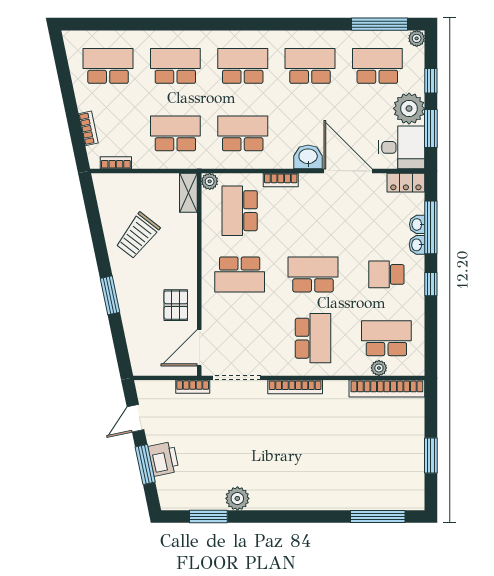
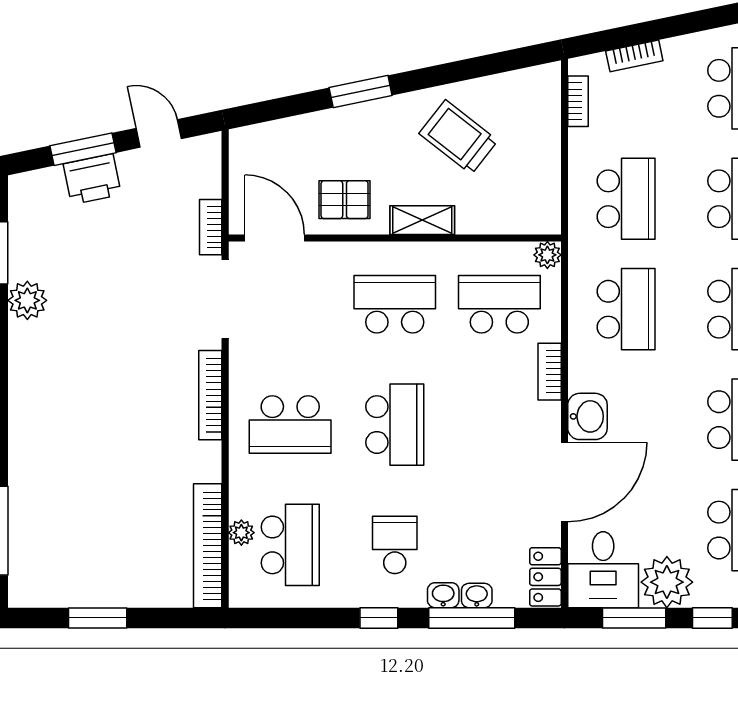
shelving: (188, 193) -> (422, 220), moved
school desk: (240, 274) -> (395, 304), turned 90

